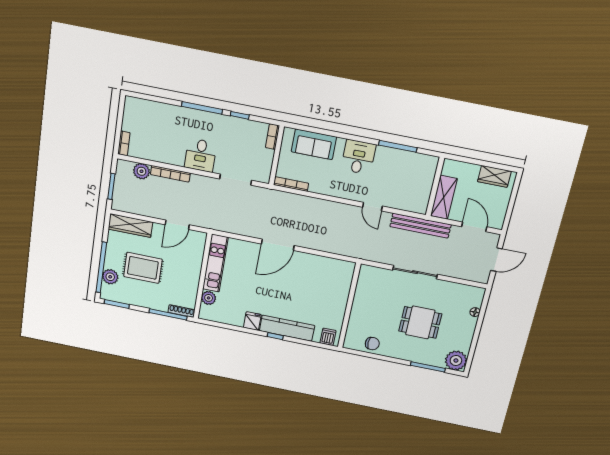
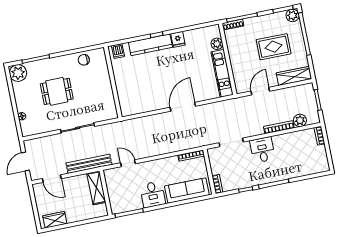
sofa: (314, 144) -> (187, 191), width x1.36
wall: (435, 187) -> (106, 193), moved
shelving: (444, 197) -> (96, 188), moved
plant: (110, 277) -> (293, 15), moved

